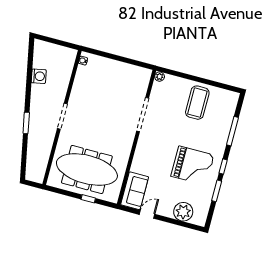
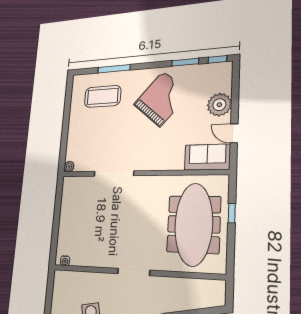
coffee table: (197, 103) -> (103, 96), moved
grand piano: (192, 166) -> (162, 99), turned 41
window: (223, 167) -> (217, 59), moved
plant: (183, 212) -> (219, 105), moved

